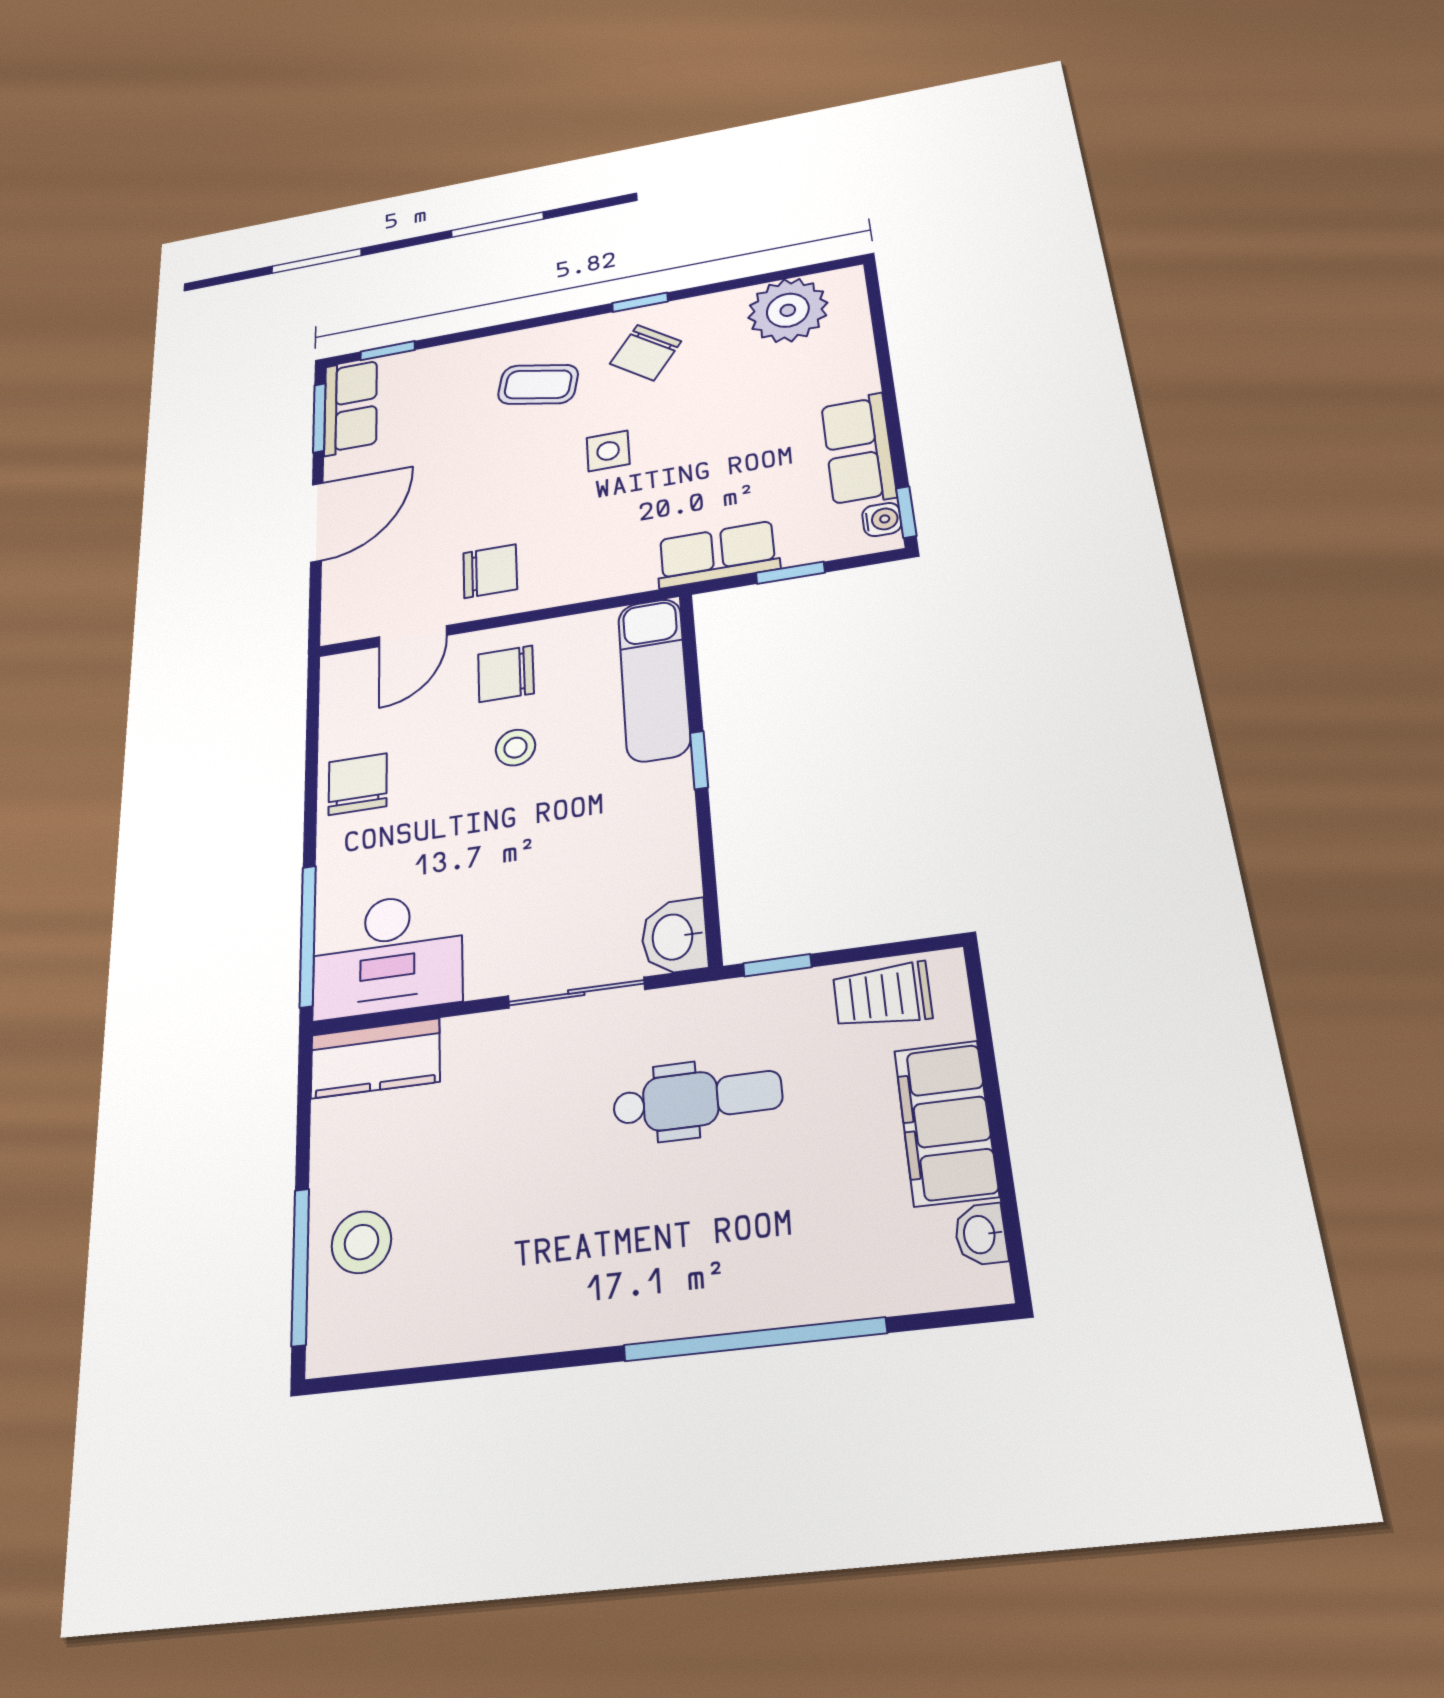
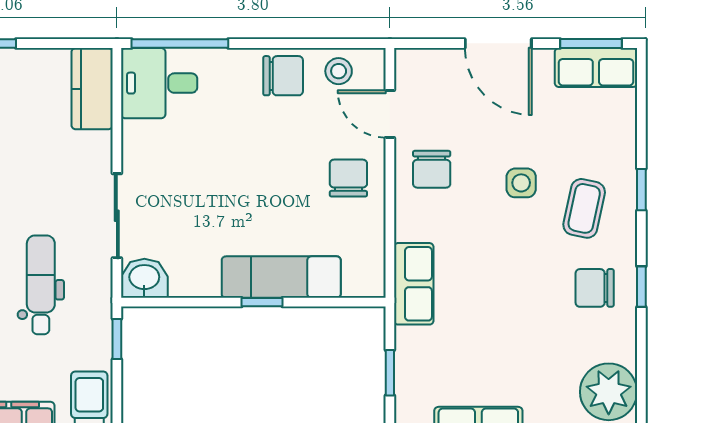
window: (388, 351) -> (641, 190), moved
chair: (646, 353) -> (595, 288), turned -36
side table: (608, 451) -> (521, 183), moved
row of seats: (718, 554) -> (414, 284), moved
exam couch: (654, 679) -> (281, 277), moved
stool: (515, 748) -> (339, 71), moved
desk: (387, 955) -> (159, 83), width x0.73
dental chair: (697, 1099) -> (41, 285), turned 180

